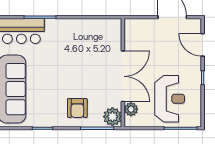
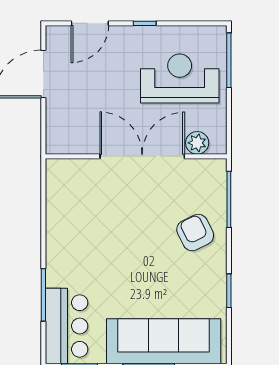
armchair: (77, 108) -> (195, 233), turned -116
plant: (112, 117) -> (210, 174), removed

